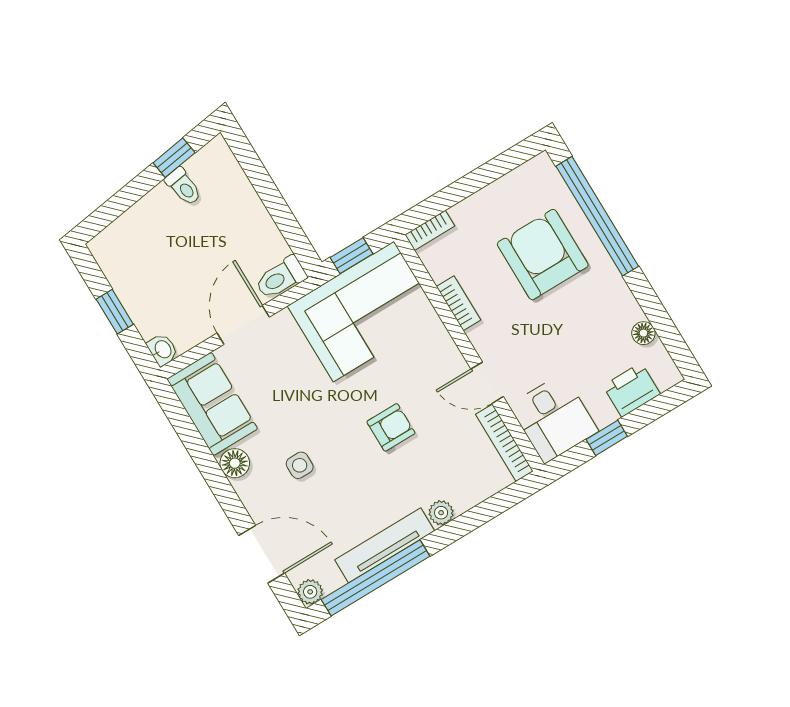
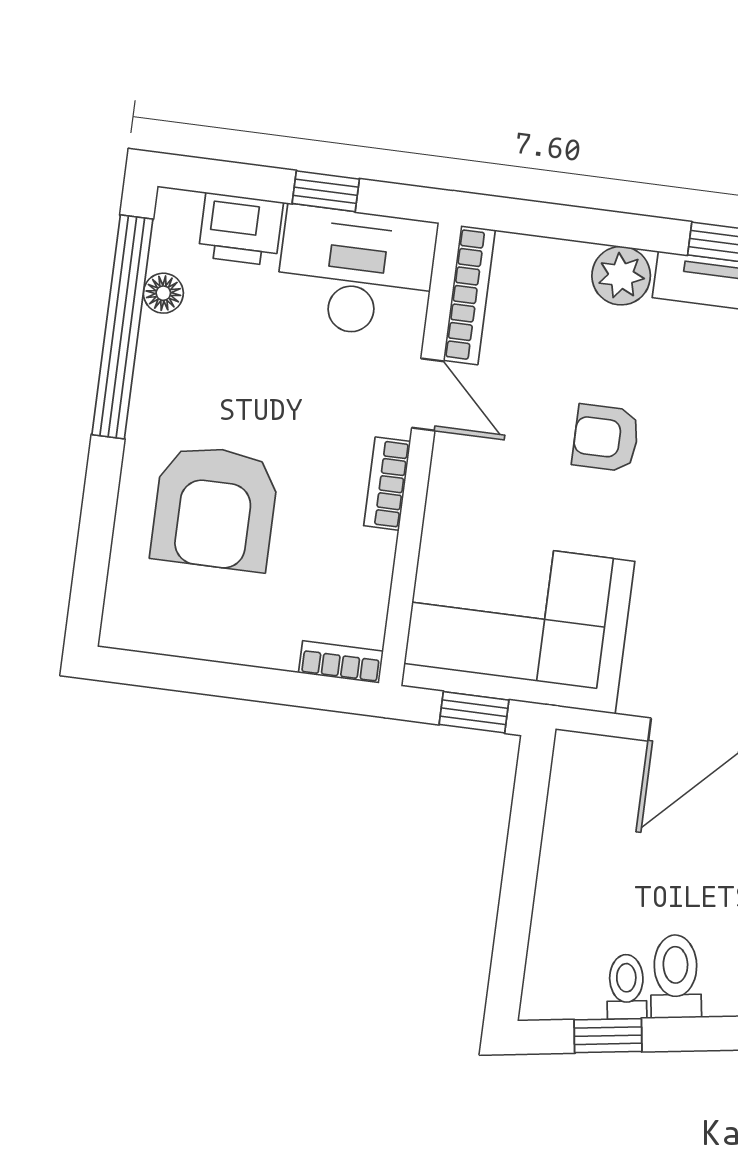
window: (597, 216) -> (122, 327), moved
toilet: (281, 278) -> (676, 976), moved, turned -98
bookcase: (459, 303) -> (387, 484), moved
desk: (554, 418) -> (356, 272), width x1.37
plant: (441, 513) -> (621, 276), width x1.38, depth x1.38

